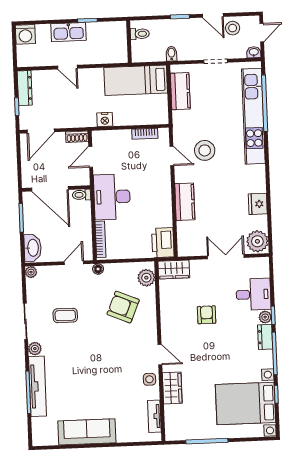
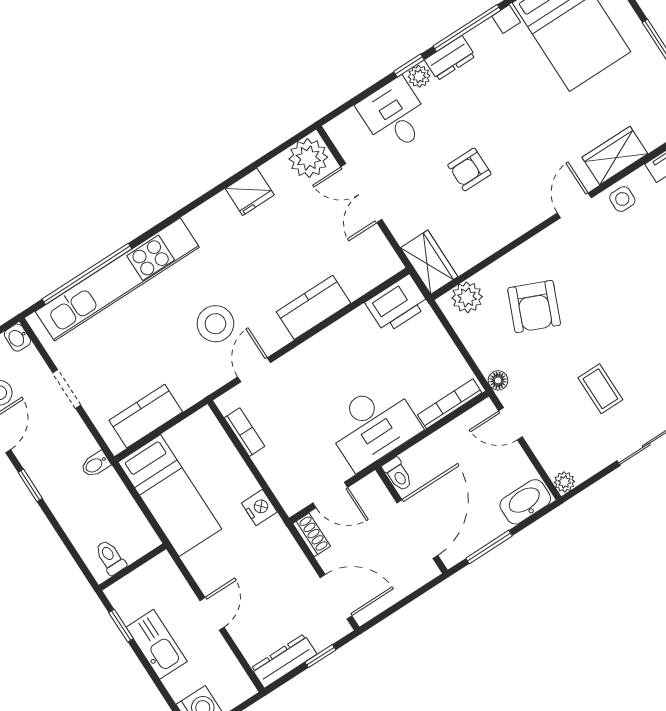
toilet: (140, 34) -> (110, 557), moved
wall: (129, 42) -> (132, 567), moved

